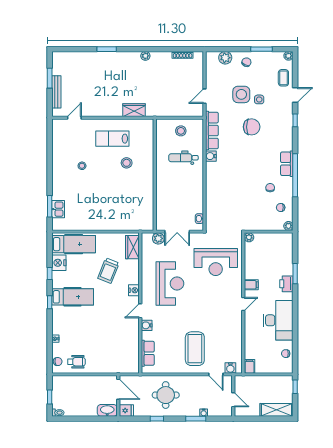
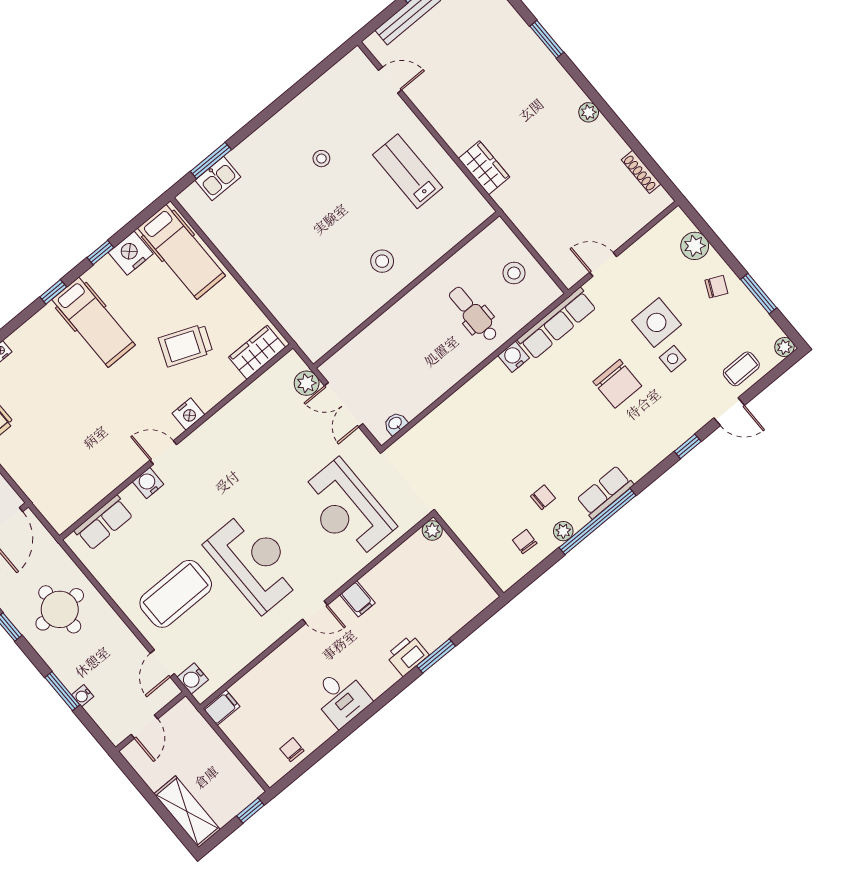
stool: (127, 163) -> (382, 261), moved
plant: (288, 226) -> (563, 531), moved
reception desk: (170, 284) -> (254, 562), moved, turned -90
desk: (278, 320) -> (341, 697), width x0.53, depth x0.77

